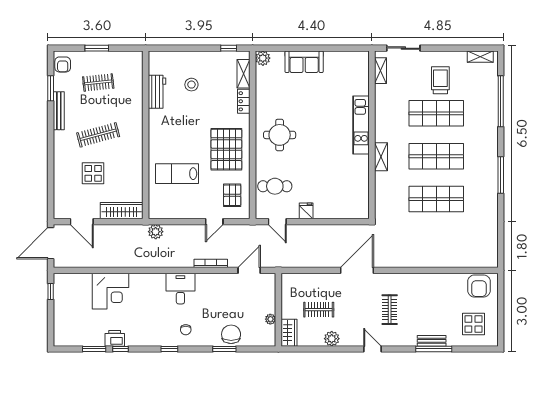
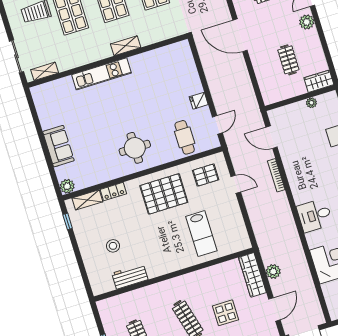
plant: (156, 232) -> (273, 271), moved
desk: (180, 289) -> (315, 215), moved
plant: (332, 339) -> (307, 22), moved

